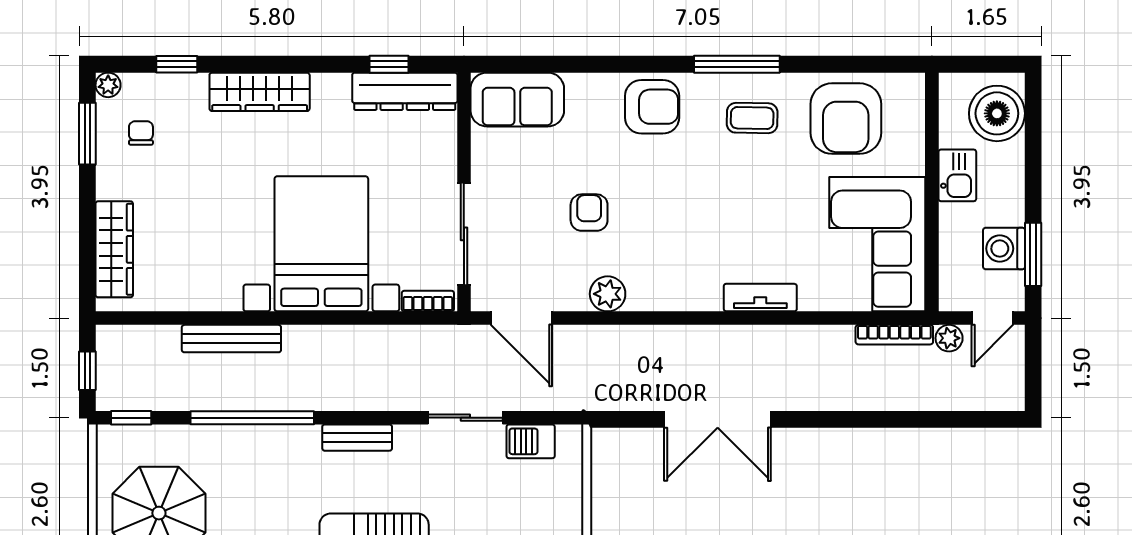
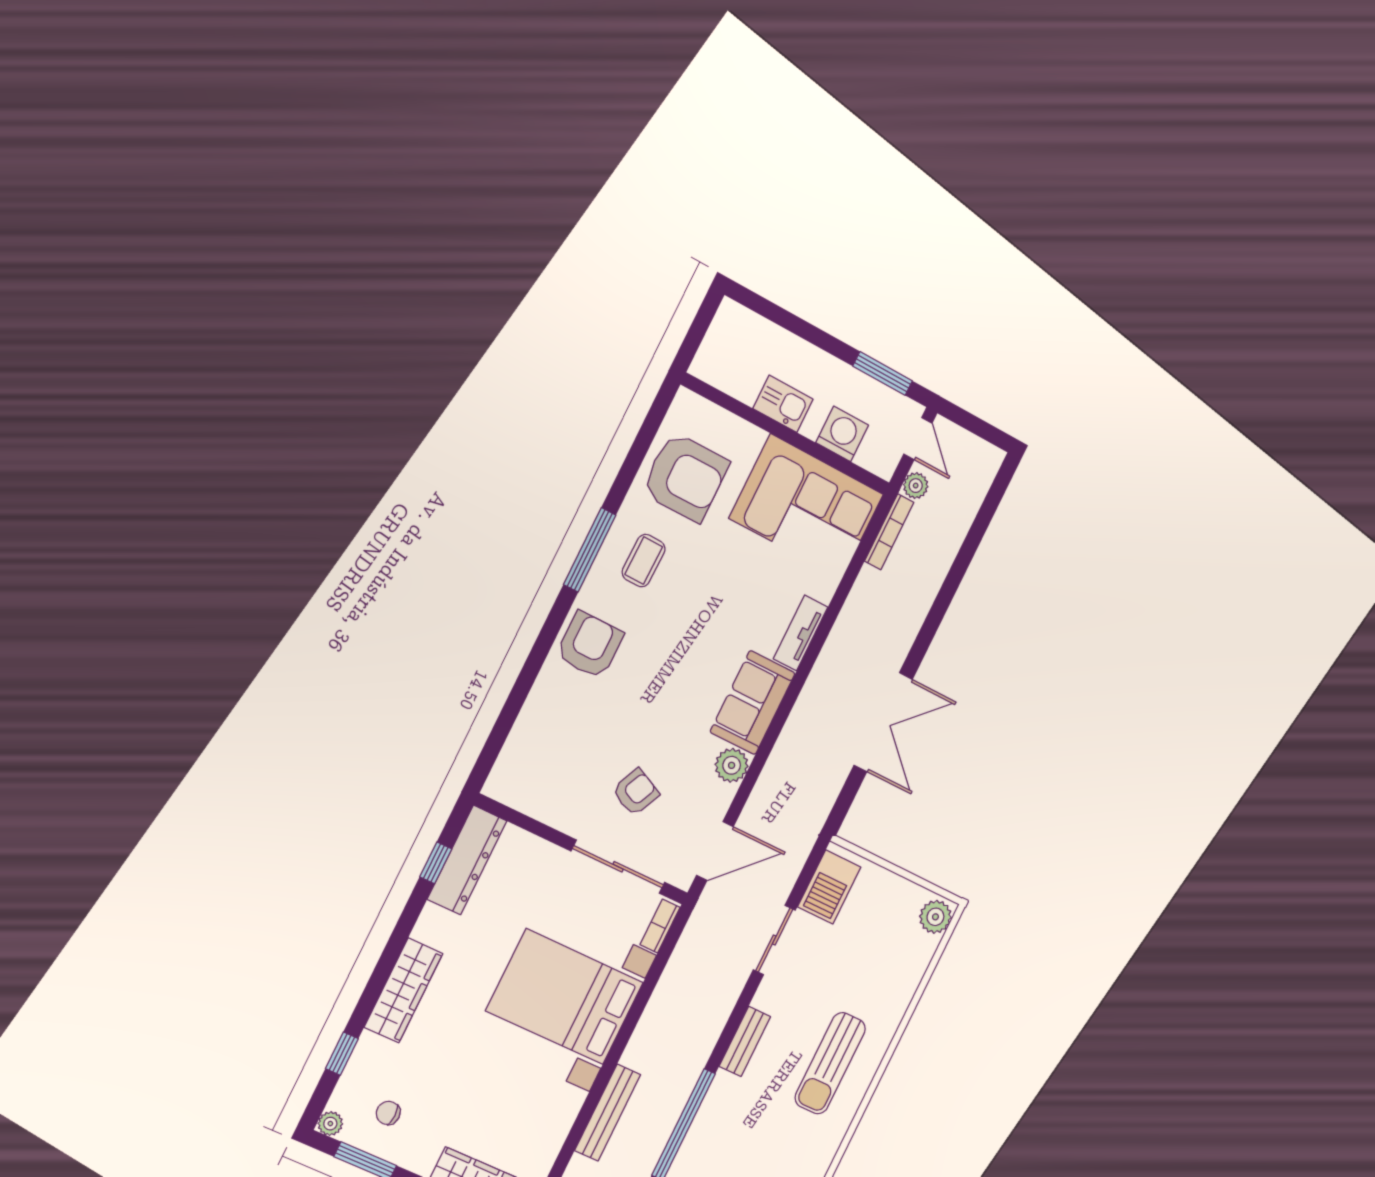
sofa: (517, 100) -> (753, 703), moved, turned 180
boiler: (997, 113) -> (747, 339), removed
armchair: (589, 213) -> (636, 792), moved, turned 115
washing machine: (1004, 249) -> (842, 434), moved, turned 180
barbecue: (531, 441) -> (829, 887), width x1.38, depth x1.27

